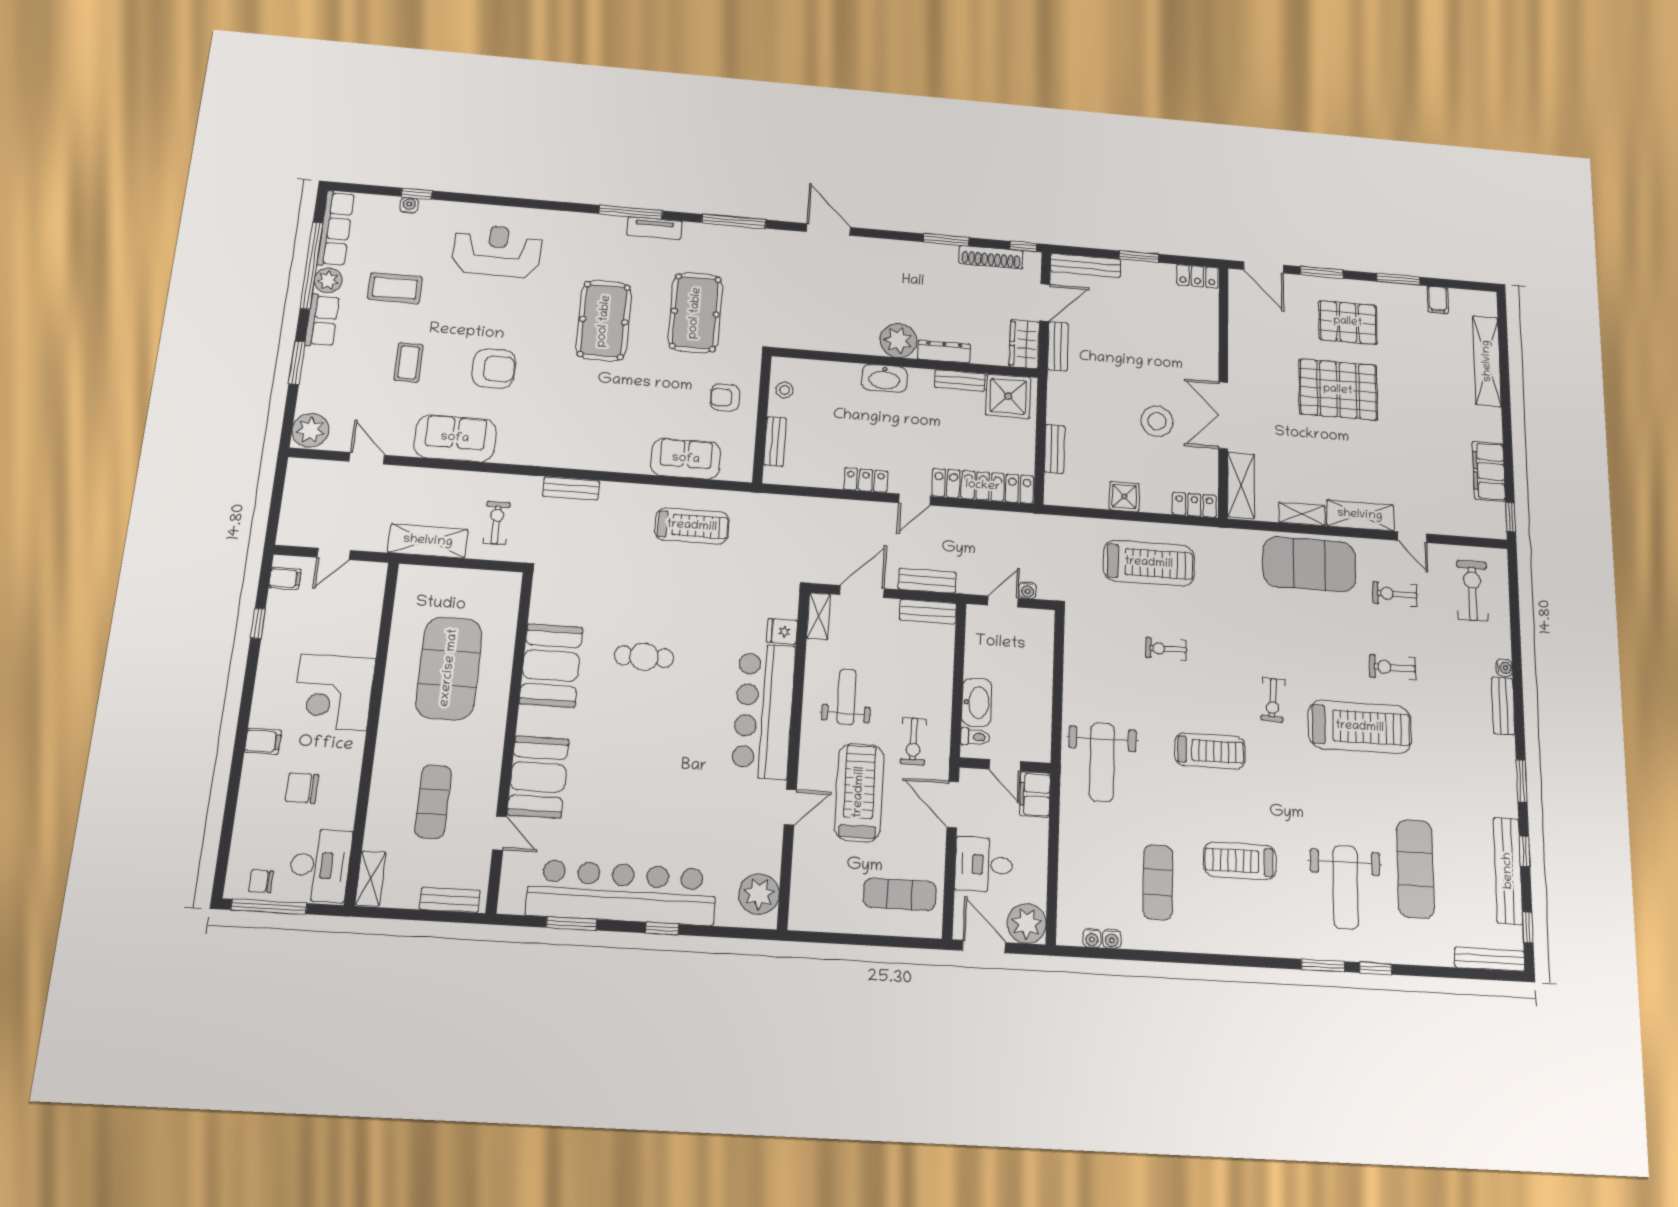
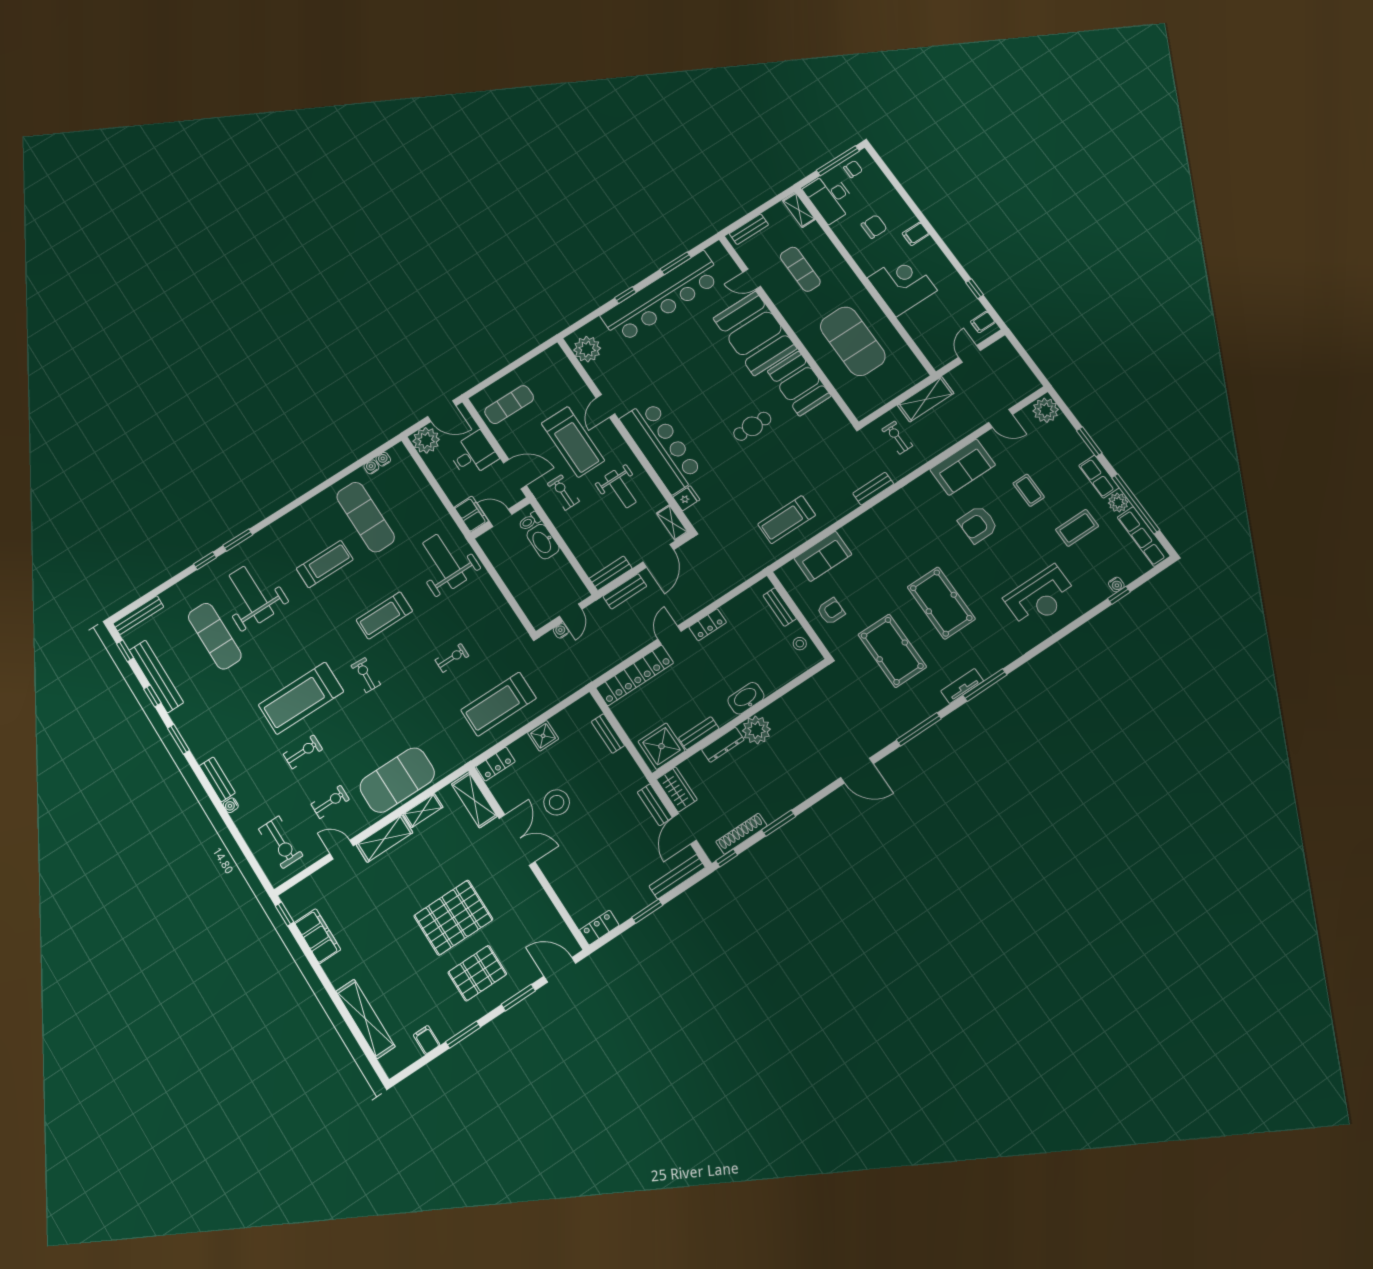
exercise bike: (496, 523) -> (897, 438), turned 180
booth: (538, 777) -> (755, 333), width x1.36, depth x1.42
exercise mat: (1158, 882) -> (366, 517), width x1.36, depth x1.45

